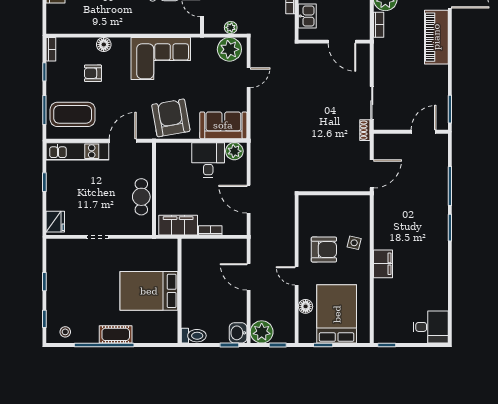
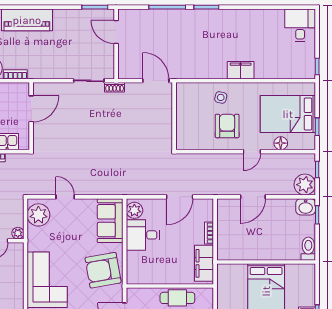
plant: (231, 27) -> (18, 233), moved

